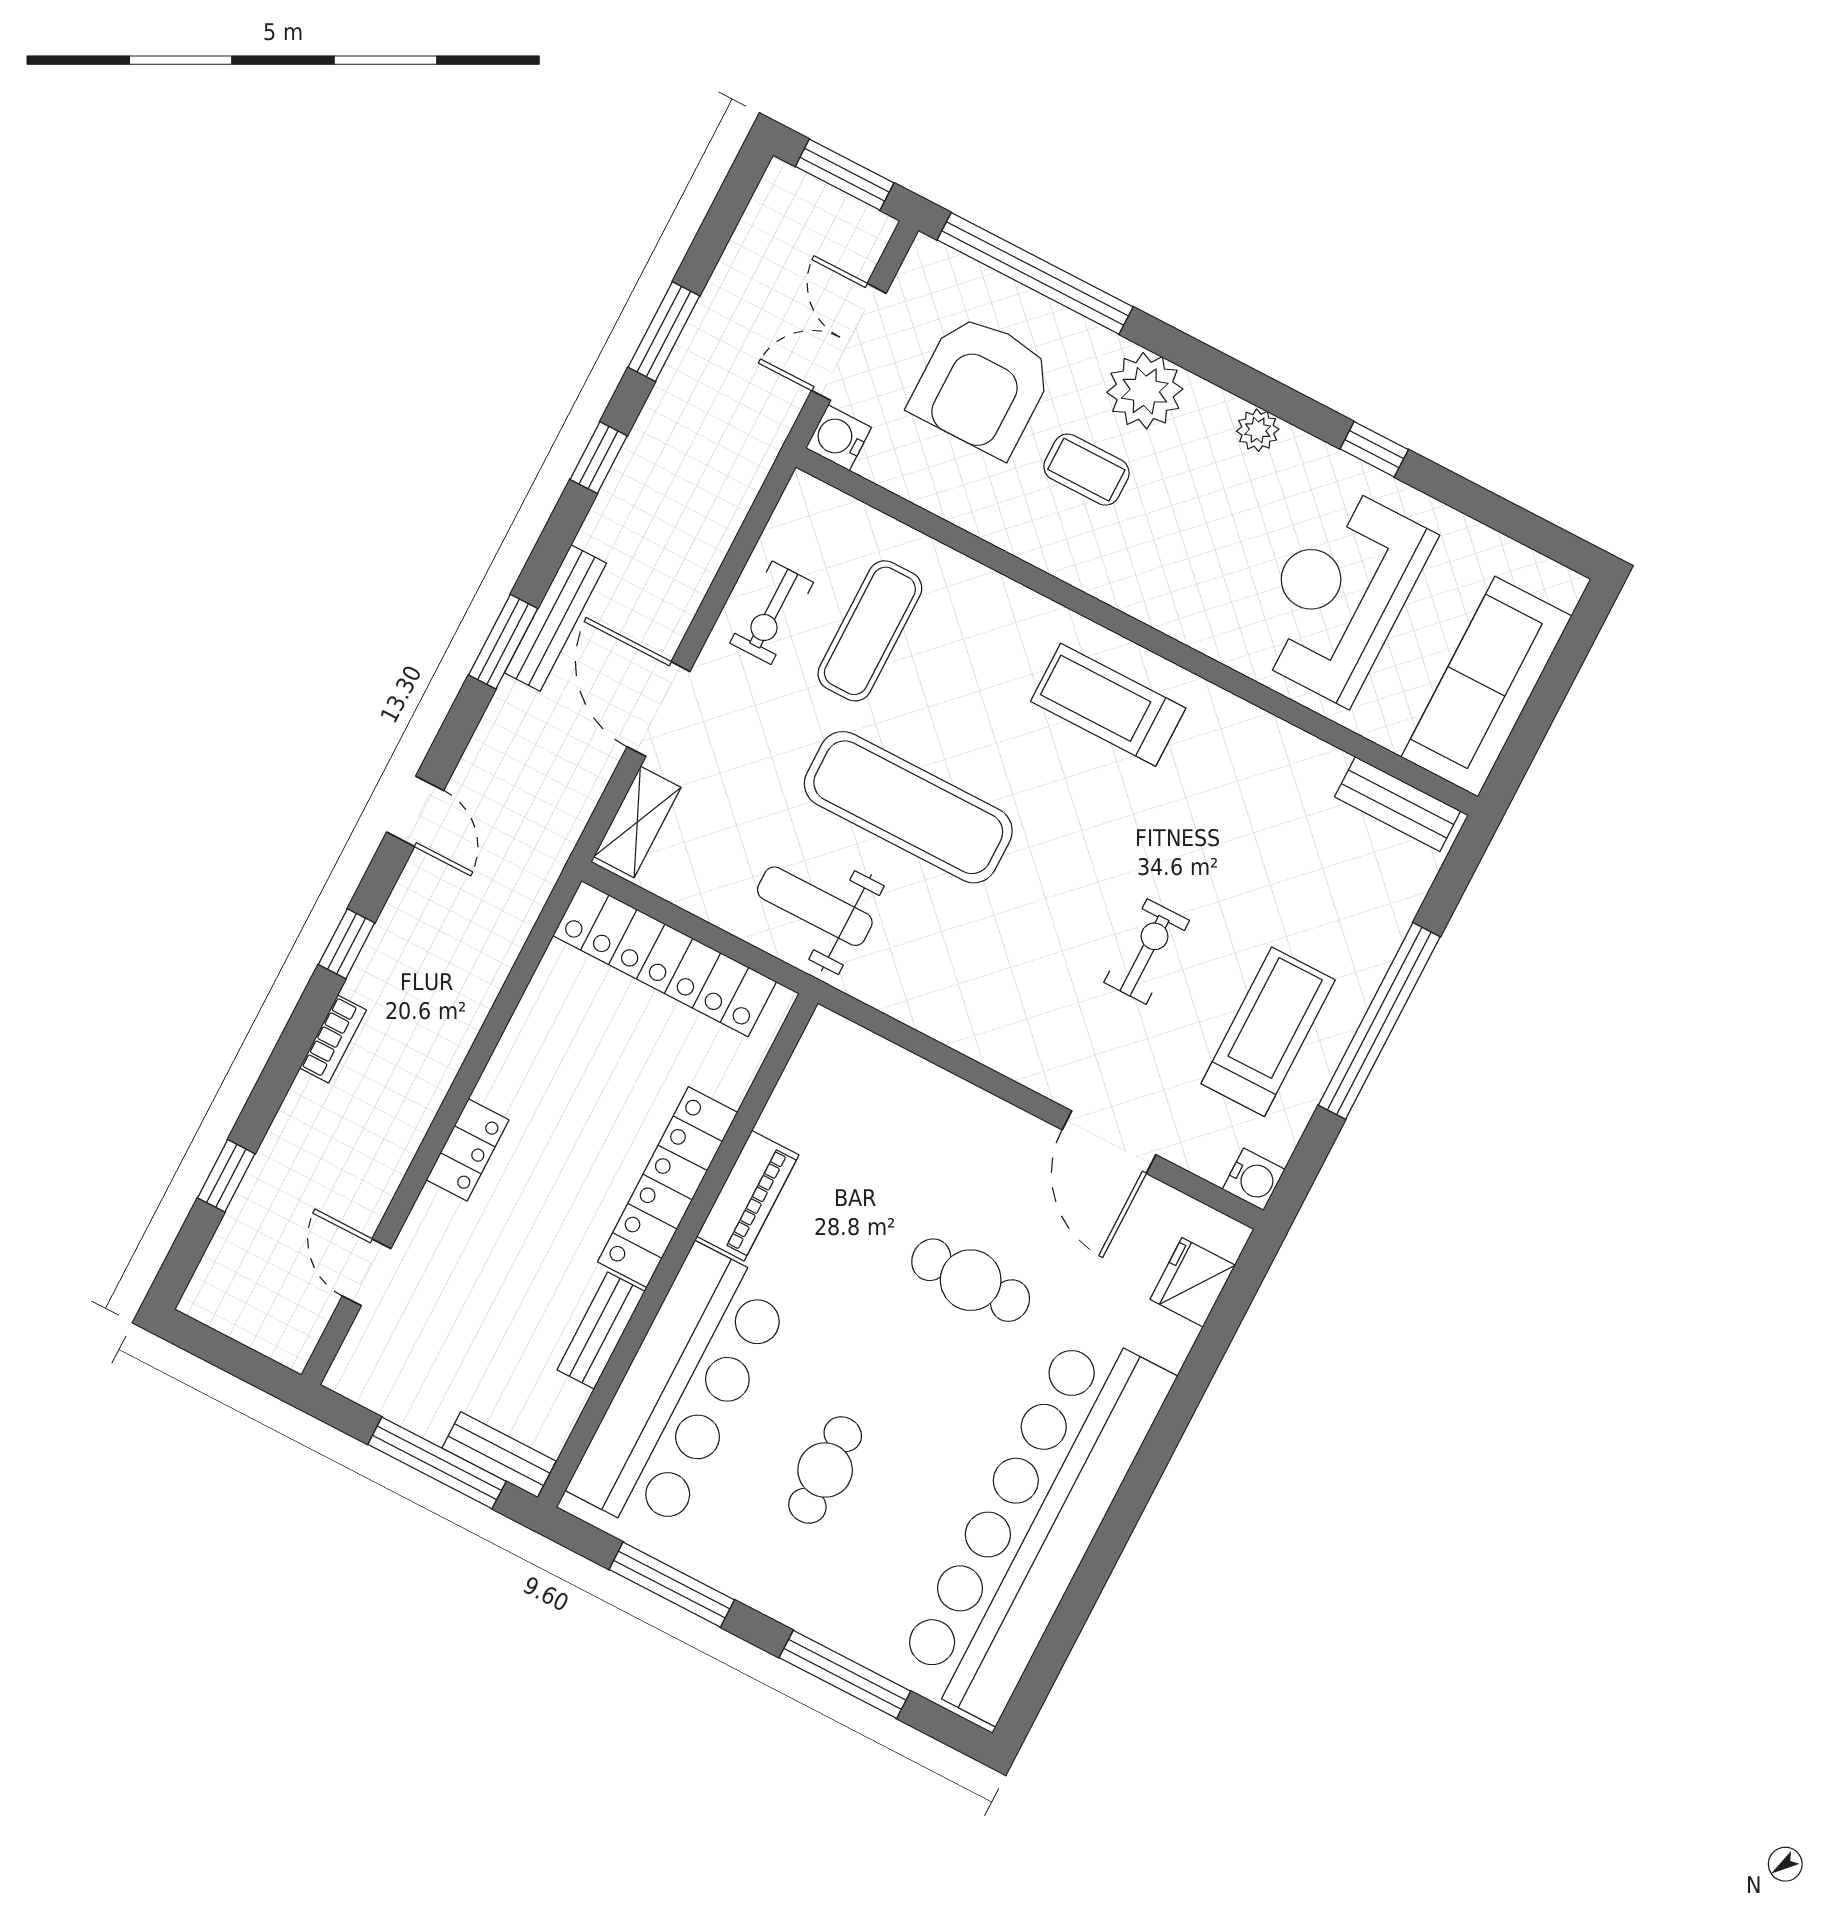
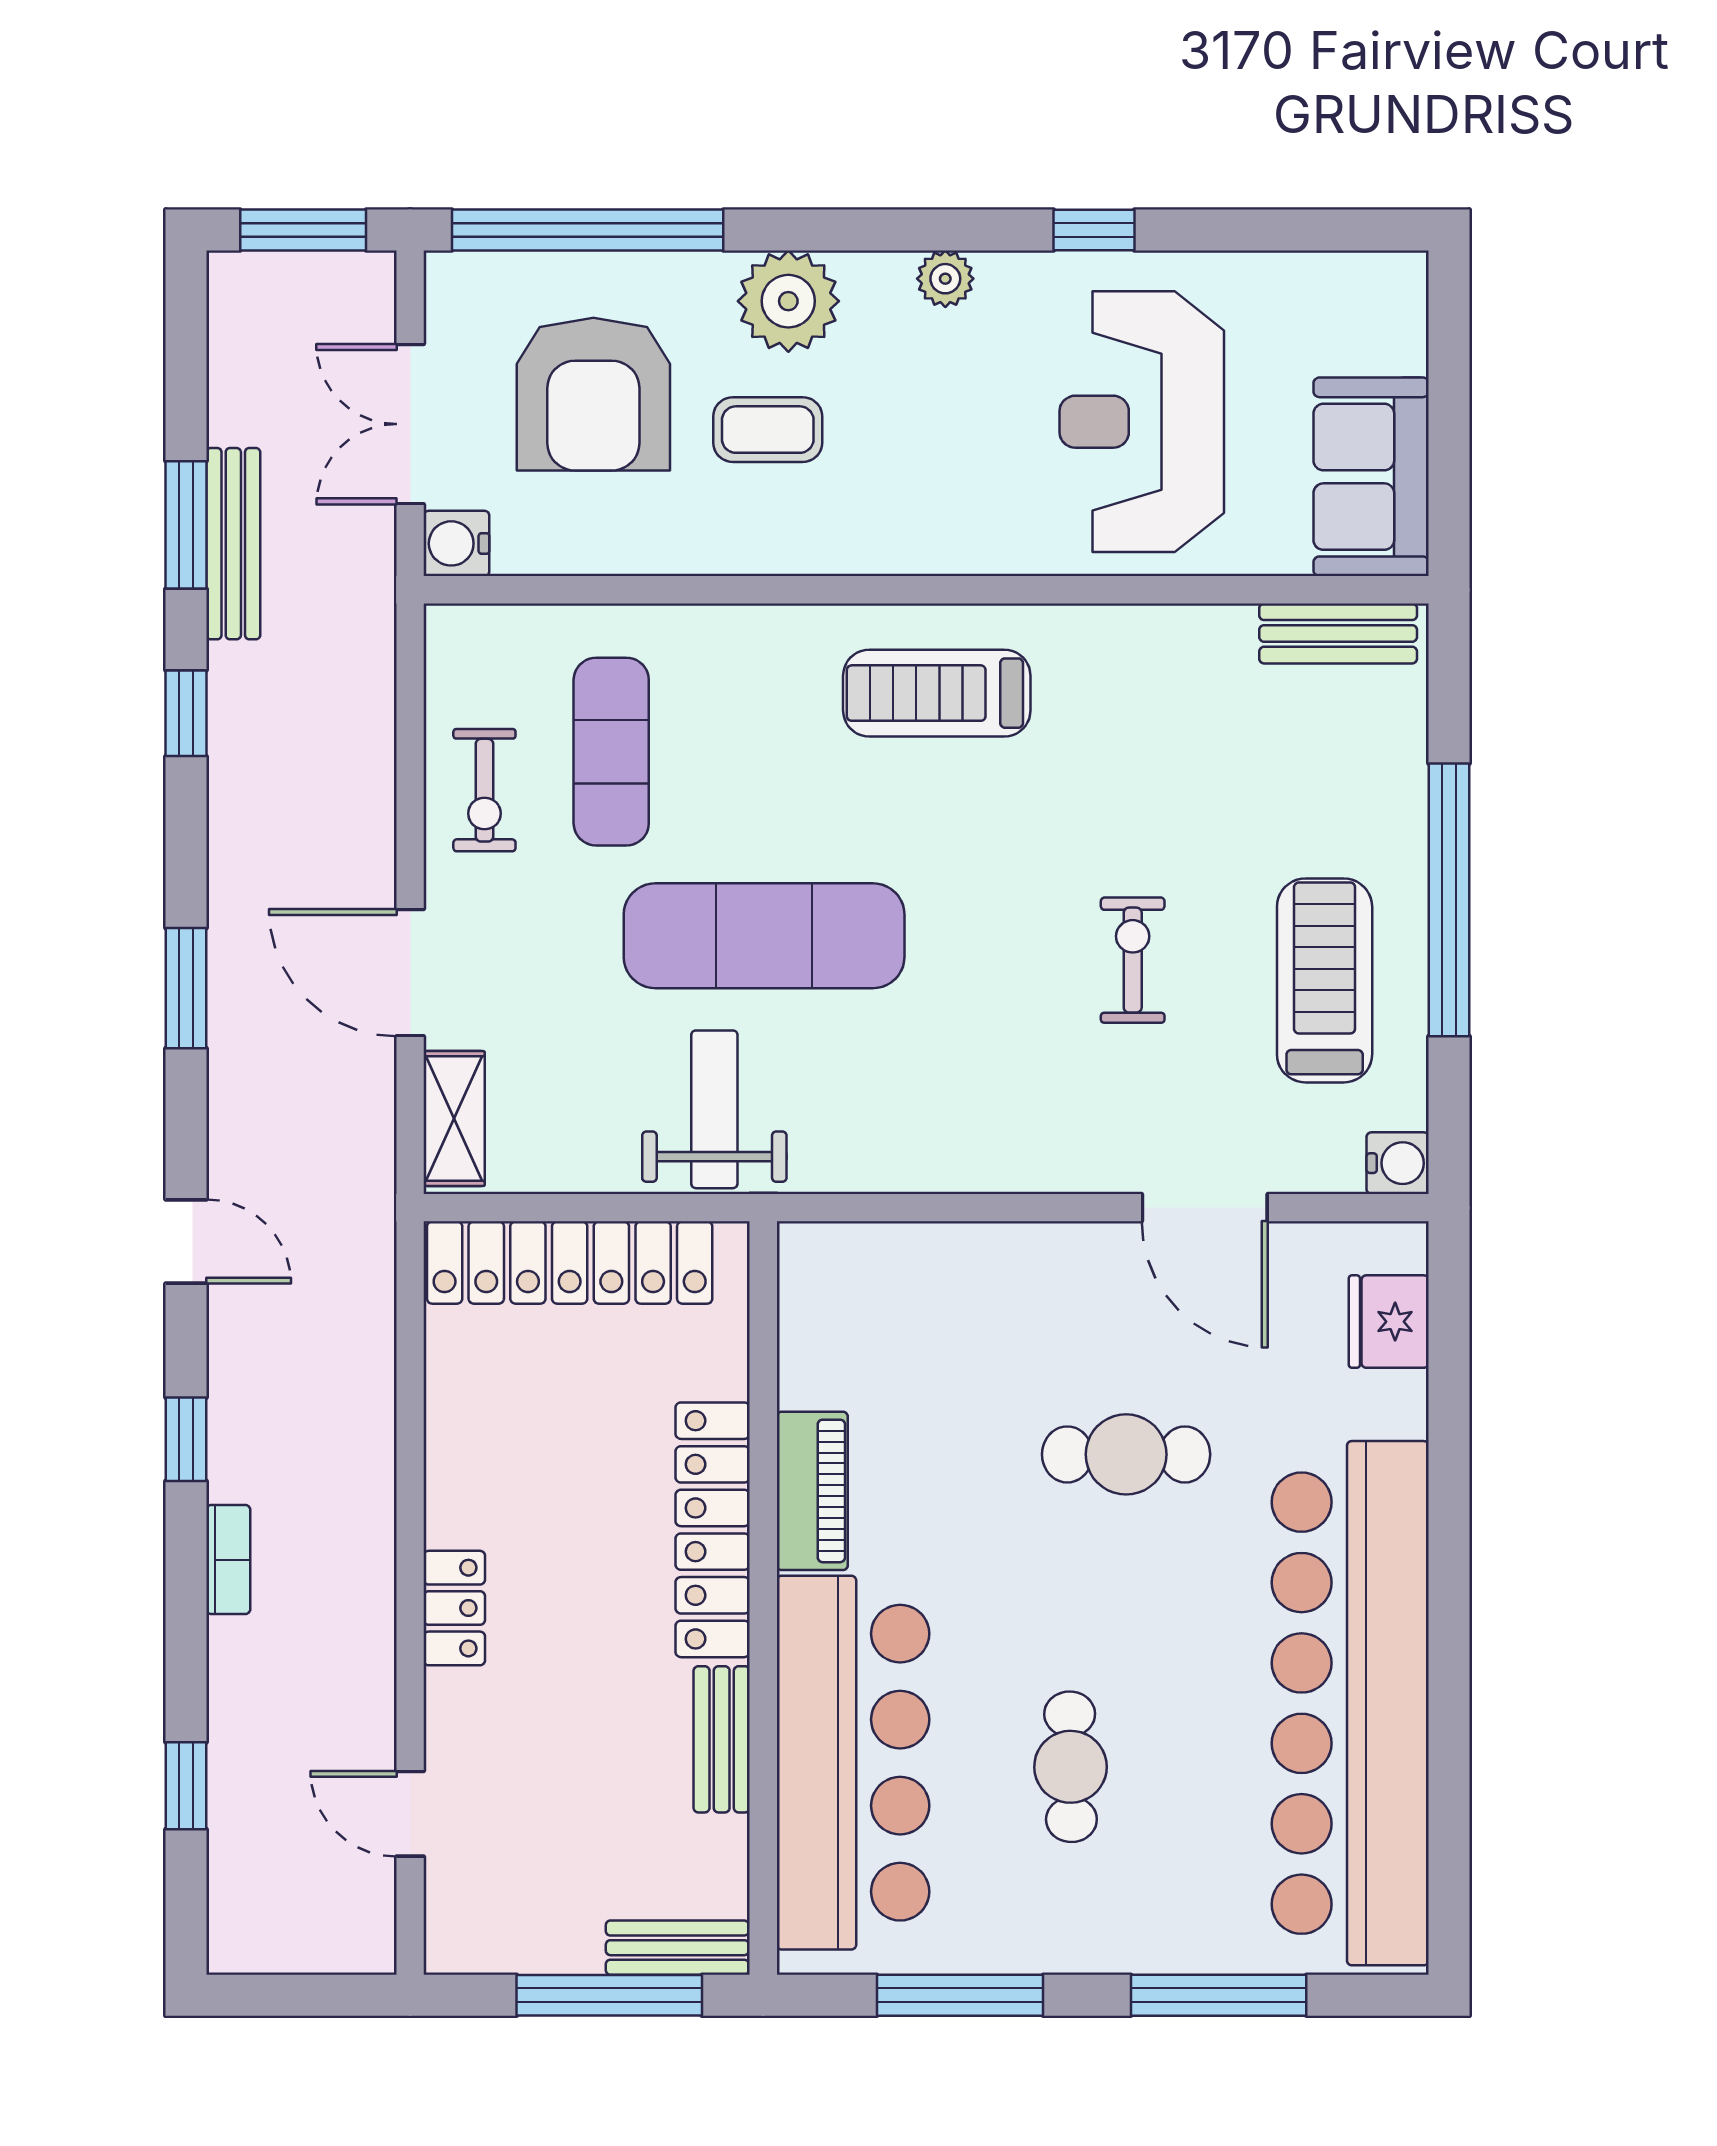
bench: (555, 618) -> (233, 544), moved
sofa: (1486, 687) -> (1371, 477), width x0.73
weight bench: (815, 906) -> (714, 1109), turned 90

